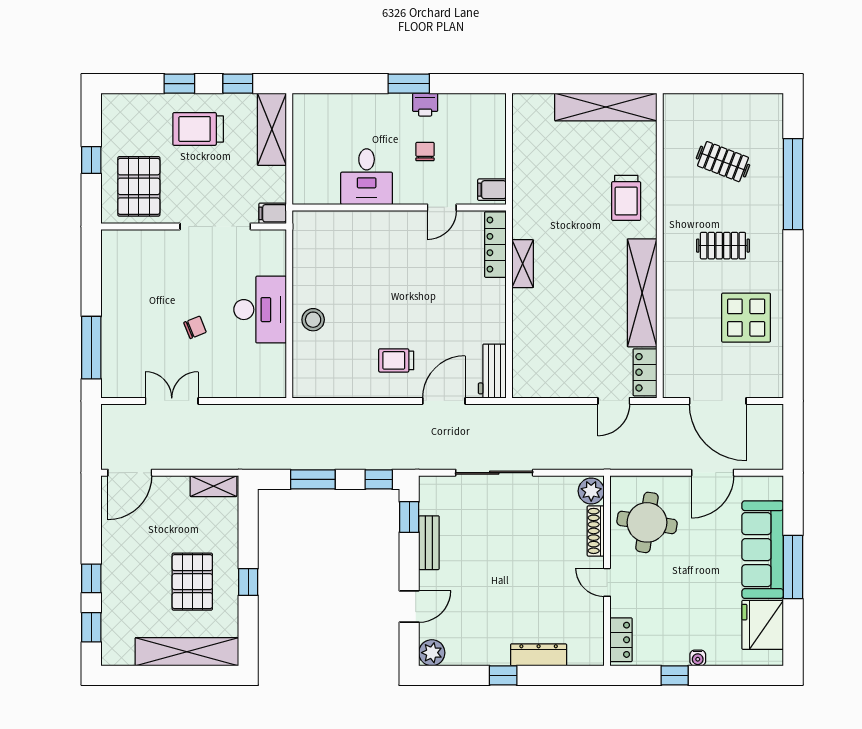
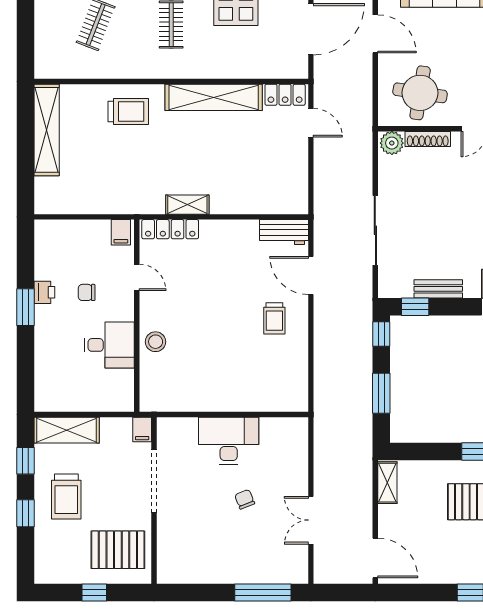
stool: (313, 320) -> (156, 342), moved

